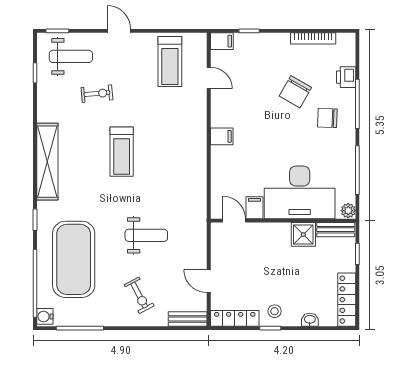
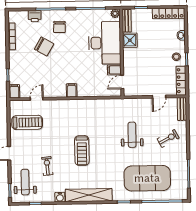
treadmill: (122, 152) -> (82, 150), turned 90
water cooler: (45, 316) -> (60, 197), moved

